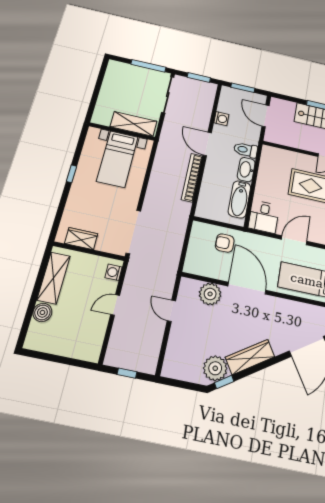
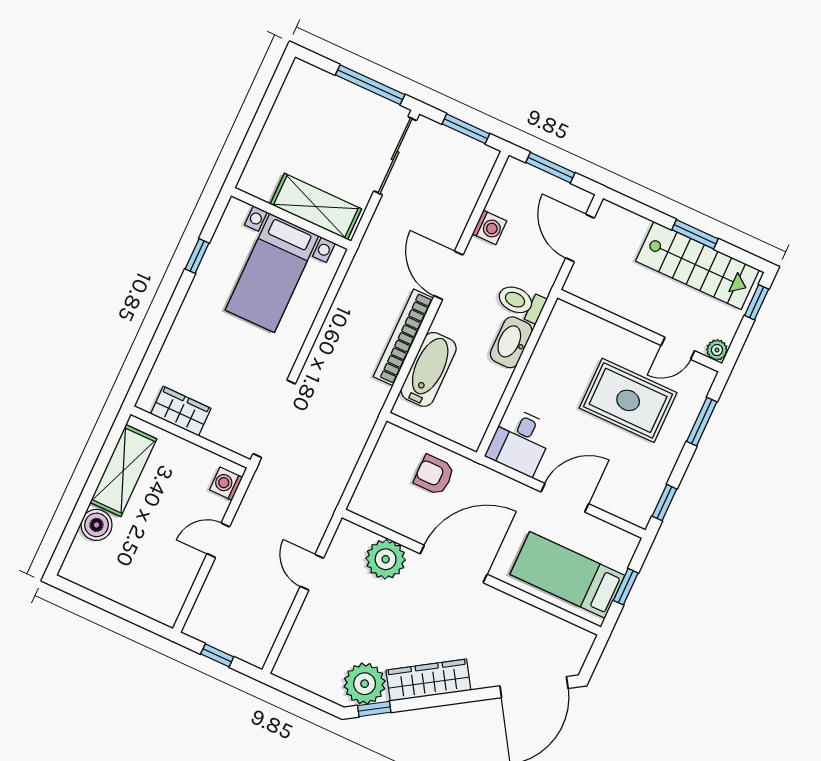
window: (72, 174) -> (197, 256), moved
bathtub: (239, 199) -> (429, 369), moved, turned 180
door: (247, 288) -> (454, 564), hinge flipped

